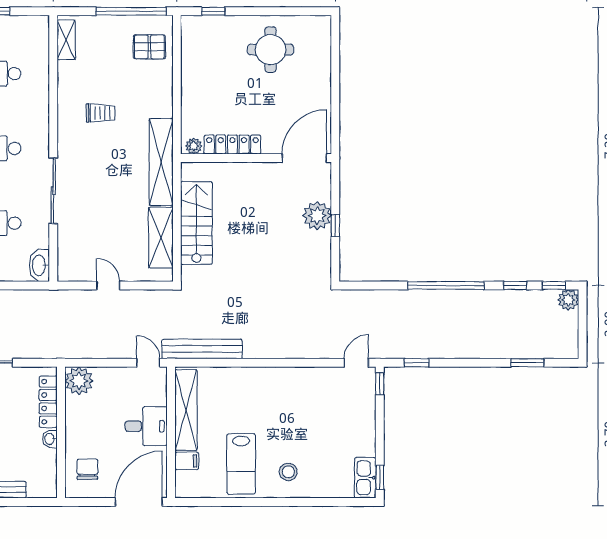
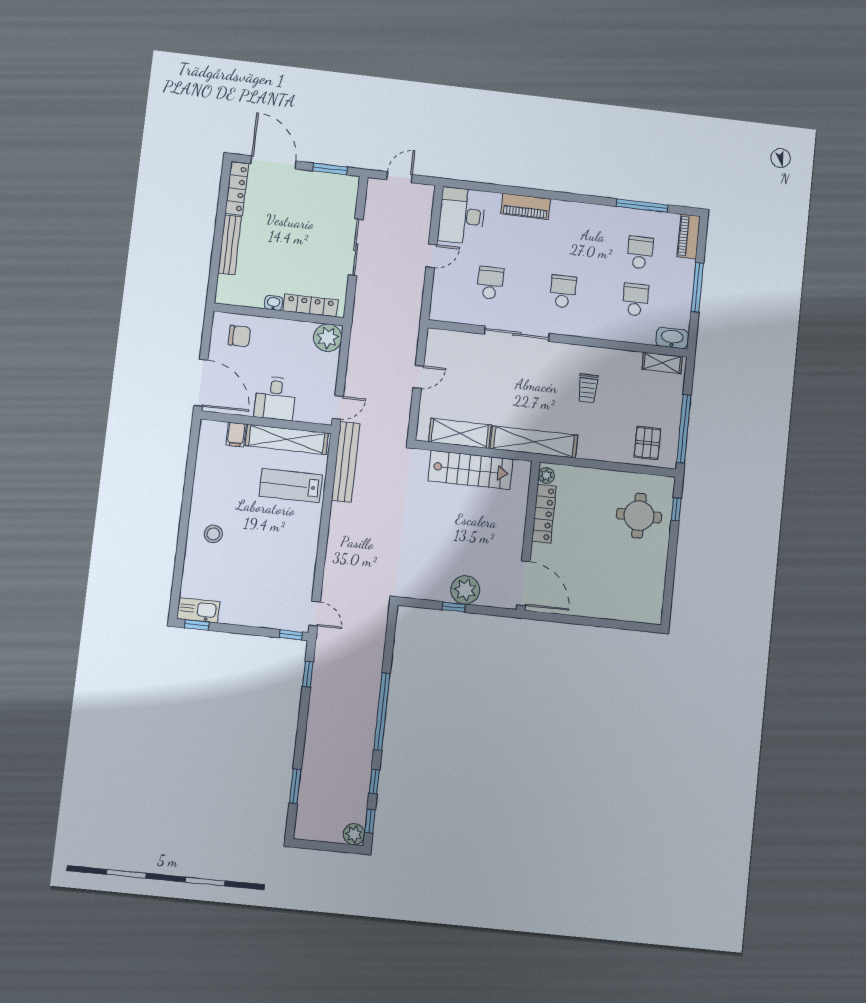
round table: (270, 50) -> (639, 516), moved
washbasin: (39, 265) -> (672, 338), moved
lab bench: (241, 464) -> (291, 486), moved

